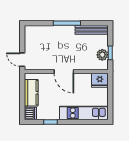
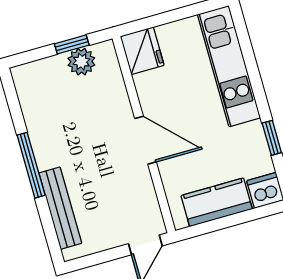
bench: (92, 30) -> (60, 208), moved
door: (64, 71) -> (146, 140), hinge flipped

